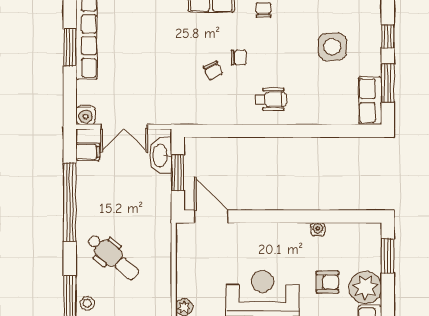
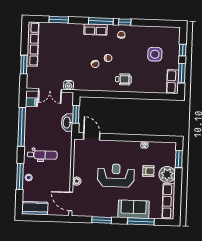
window: (70, 47) -> (24, 65), moved
water cooler: (86, 115) -> (69, 85), moved
washbasin: (161, 155) -> (67, 123), moved
dental chair: (113, 257) -> (42, 155), turned -40

